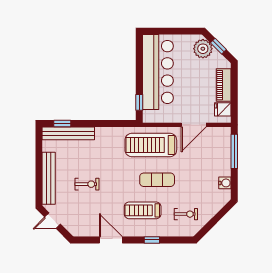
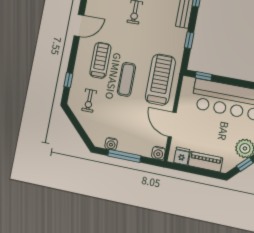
window: (106, 123) -> (189, 40), added
water cooler: (225, 133) -> (158, 153), added
window: (234, 151) -> (124, 156), moved
window: (152, 240) -> (68, 80), moved

